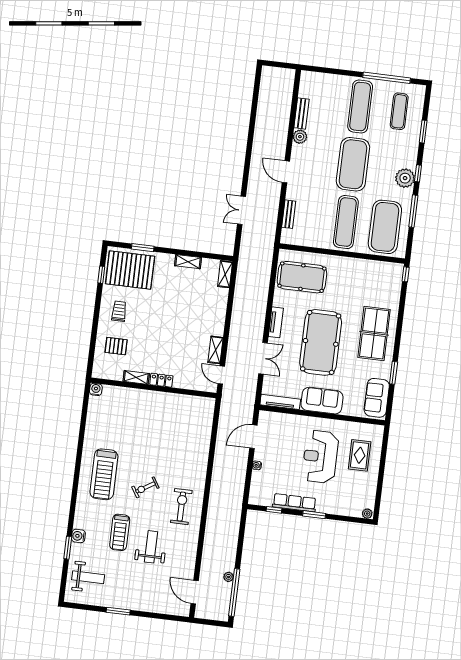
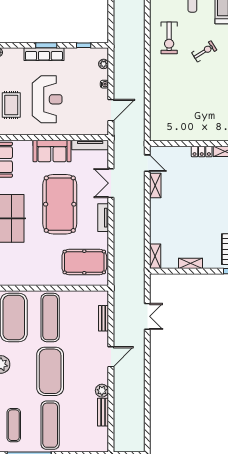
door: (286, 172) -> (111, 357), hinge flipped
plant: (255, 487) -> (104, 64), added
row of seats: (294, 503) -> (44, 54), moved

